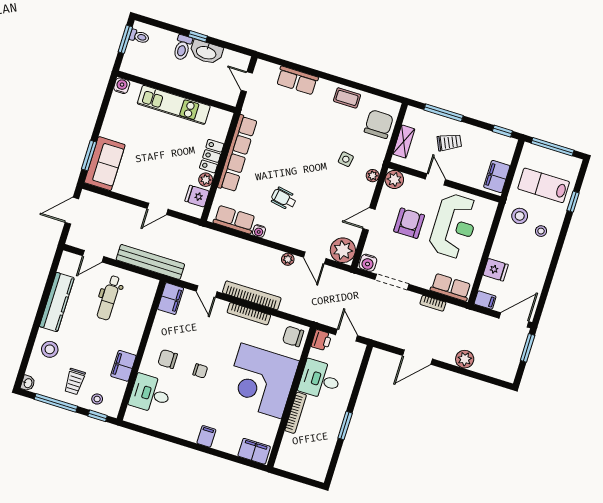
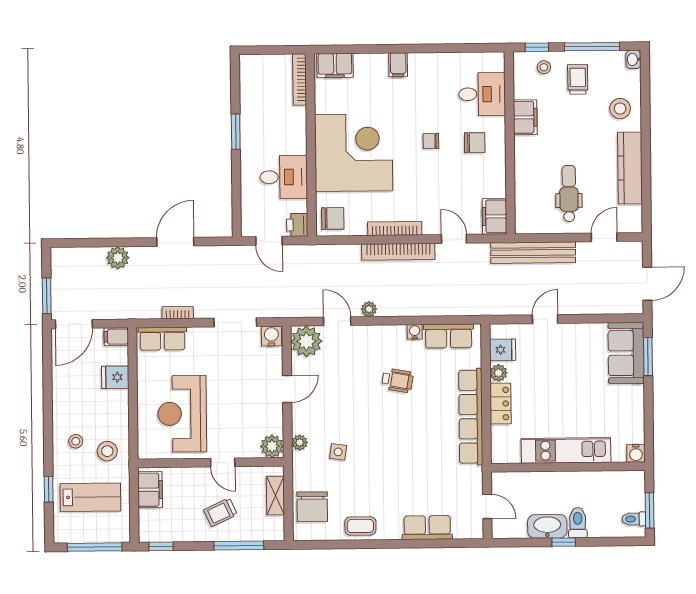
armchair: (409, 223) -> (237, 400), removed
bookcase: (296, 413) -> (300, 80), moved

